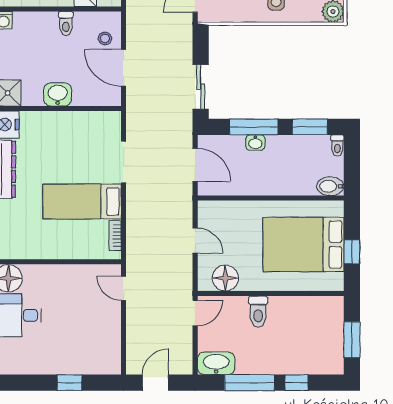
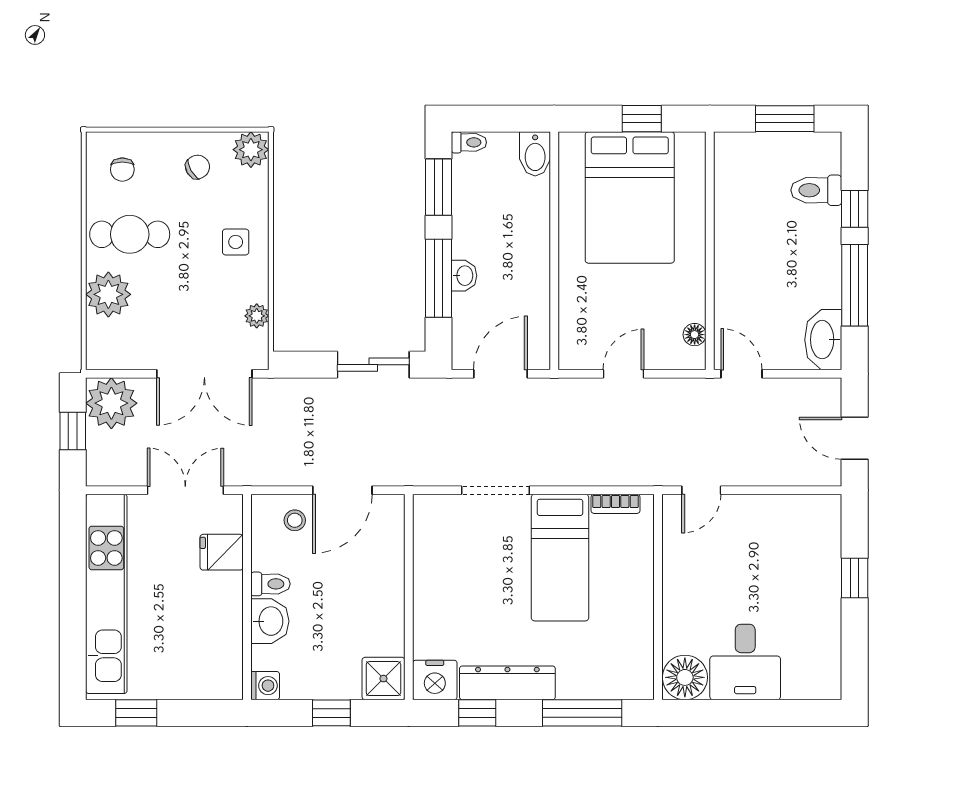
plant: (231, 15) -> (257, 316), added
washbasin: (58, 94) -> (270, 621), moved, turned 180
floor lamp: (225, 278) -> (695, 335), width x0.53, depth x0.53
toilet: (258, 312) -> (816, 190), moved, turned 180

